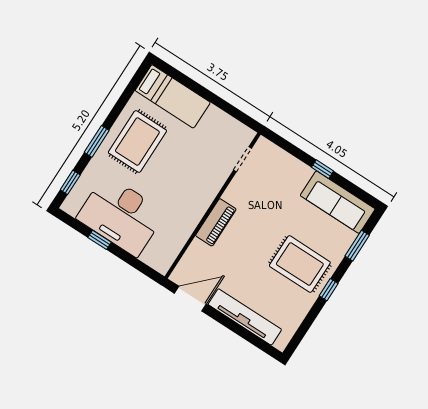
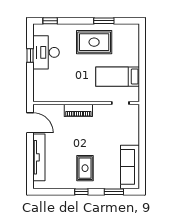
bed: (173, 96) -> (118, 77), moved, turned 90
window: (97, 141) -> (104, 21), moved
window: (322, 169) -> (142, 148), removed
desk: (121, 215) -> (46, 52), width x0.73, depth x0.77
rug: (300, 264) -> (85, 168), width x0.73, depth x0.70

